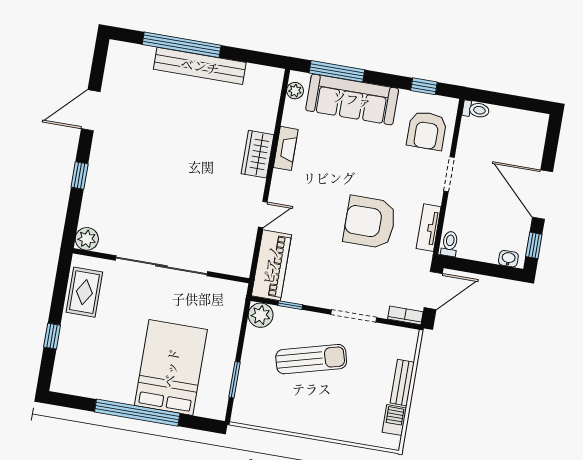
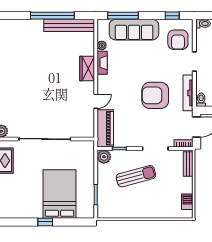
window: (182, 45) -> (52, 16), moved
bench: (200, 66) -> (69, 25), moved
plant: (295, 91) -> (102, 45), moved
tv unit: (429, 228) -> (188, 93), width x1.41
bench: (402, 383) -> (188, 164), moved
window: (137, 413) -> (45, 222), width x0.32

